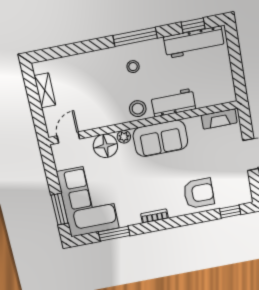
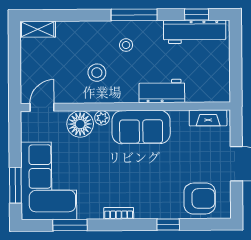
shelving: (45, 90) -> (38, 29), moved, turned 90
stool: (138, 109) -> (97, 73), moved
armchair: (199, 193) -> (200, 198), moved
window: (230, 212) -> (168, 224), moved

